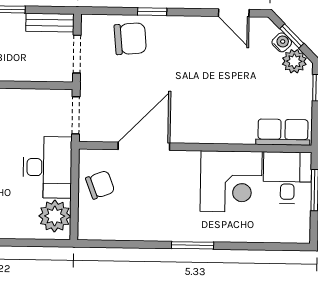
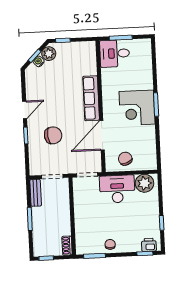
door: (234, 13) -> (25, 110), moved
chair: (130, 39) -> (53, 135), moved, turned 88
row of seats: (283, 132) -> (91, 98), moved, width x1.48
door: (144, 146) -> (102, 135), hinge flipped
corner desk: (231, 182) -> (137, 108), moved, turned 180

